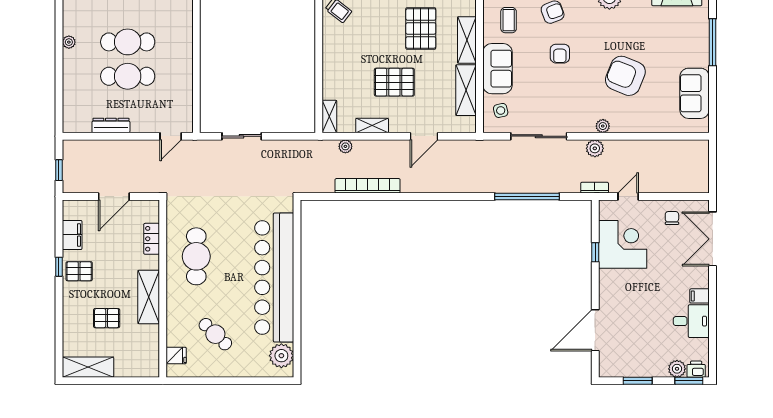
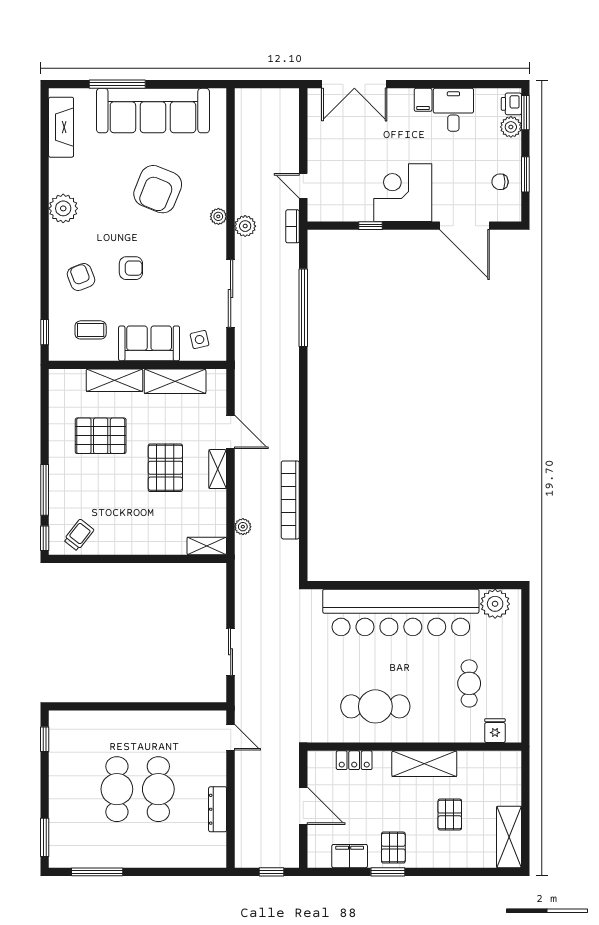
window: (59, 25) -> (97, 872), added
plant: (69, 42) -> (117, 860), removed
sofa: (695, 93) -> (153, 111), width x1.85, depth x1.27
shelving: (372, 126) -> (218, 469), moved
chair: (672, 218) -> (500, 182), moved
corner desk: (623, 244) -> (403, 193), moved
window: (59, 267) -> (388, 872), width x1.50
cafe table: (215, 334) -> (469, 683), turned -44

